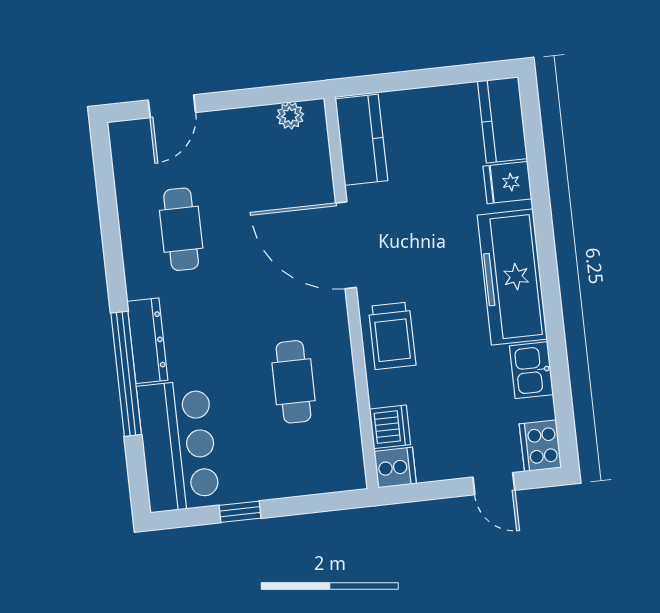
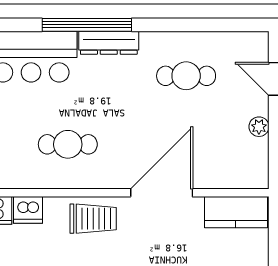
plant: (290, 116) -> (259, 127), moved
trolley: (392, 336) -> (93, 219), turned 180

